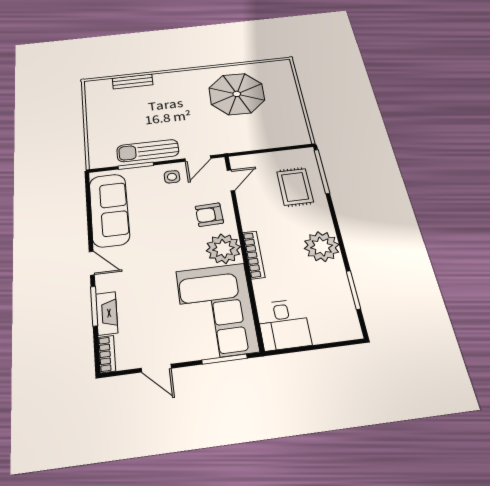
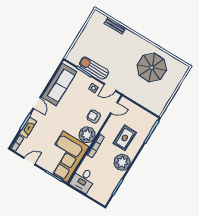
rug: (295, 187) -> (125, 138), moved
door: (156, 368) -> (29, 161), swing flipped

